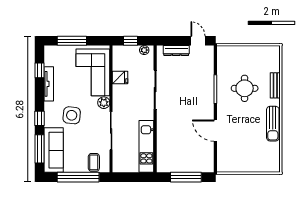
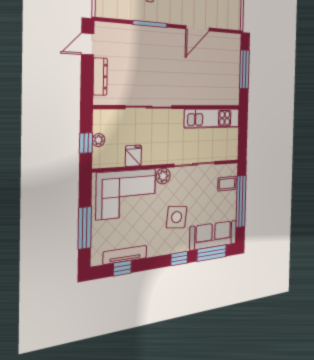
plant: (144, 50) -> (99, 140), moved
tv unit: (49, 84) -> (125, 255), moved

